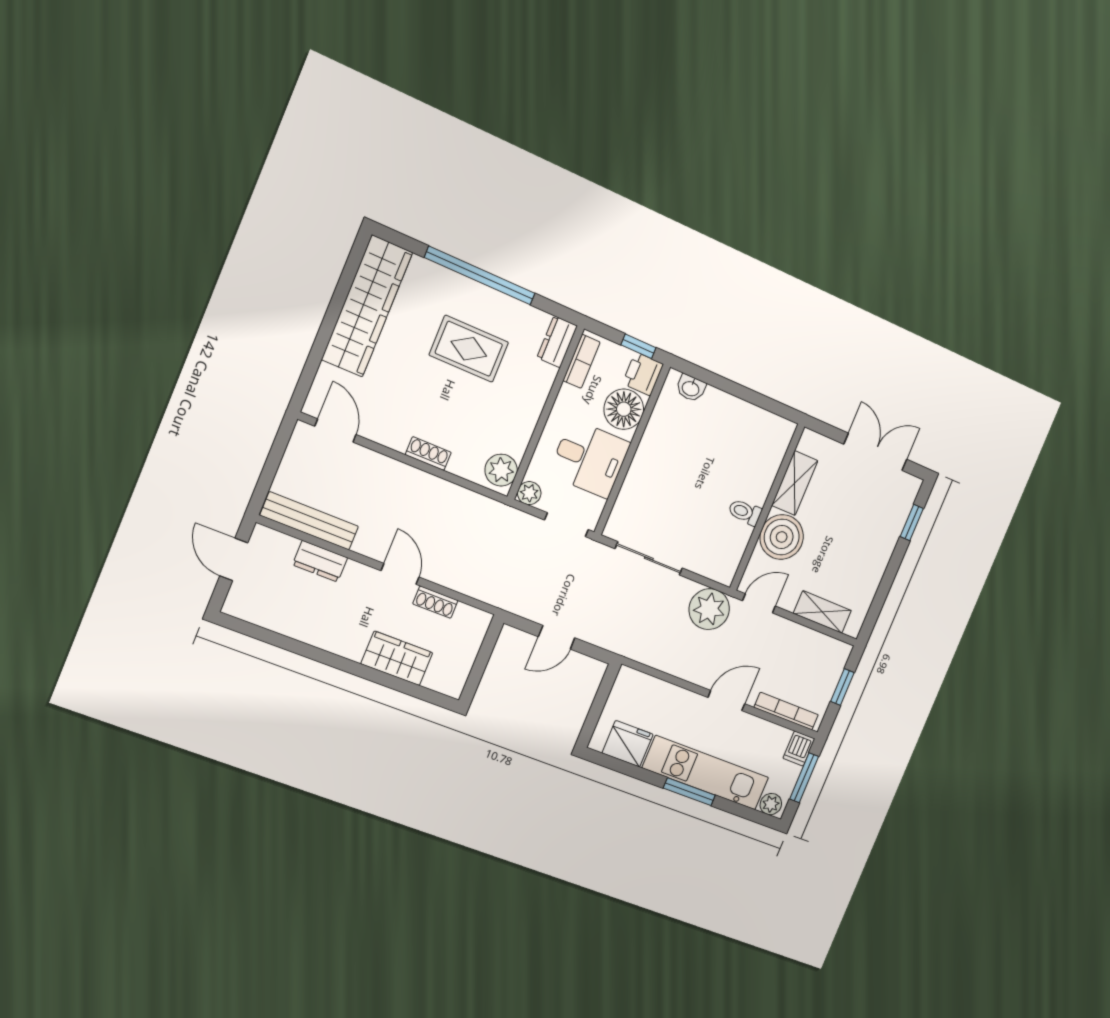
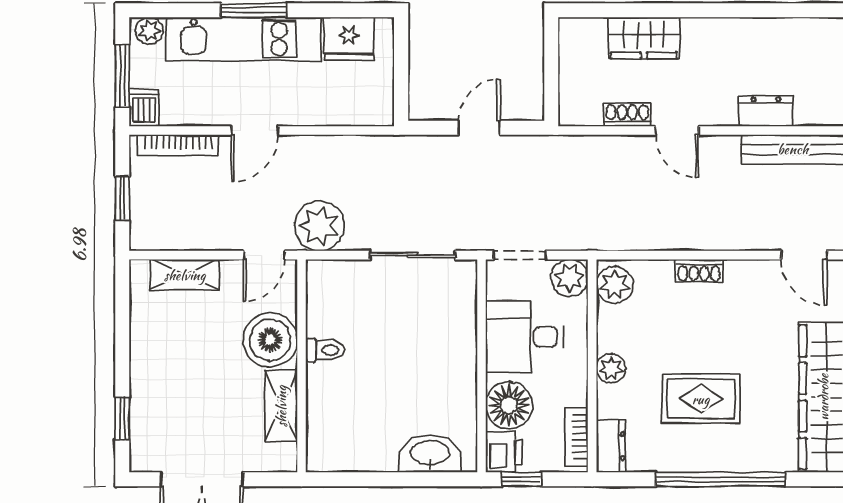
washbasin: (691, 388) -> (430, 454), width x1.91, depth x1.45
plant: (532, 404) -> (611, 368), added
plant: (529, 493) -> (569, 278), width x1.38, depth x1.38

